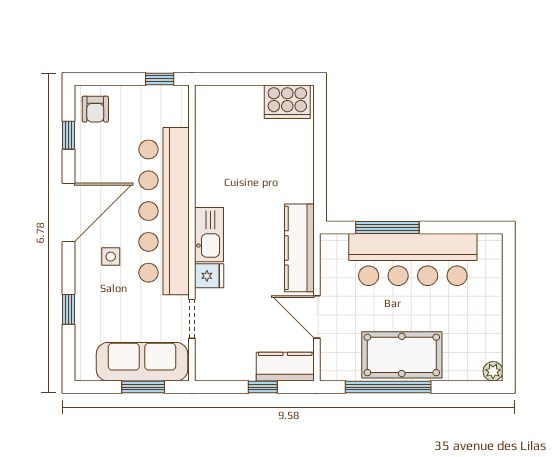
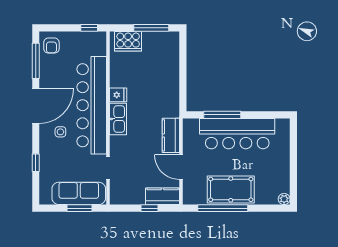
window: (266, 79) -> (151, 28), added
cooker: (287, 102) -> (128, 41), moved
window: (68, 135) -> (36, 61), width x2.17
kitchen counter: (299, 248) -> (171, 135), width x0.67
fridge: (209, 276) -> (118, 95), moved

